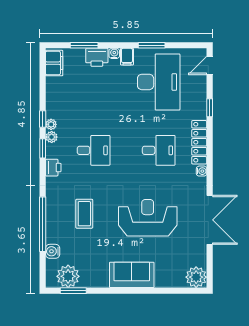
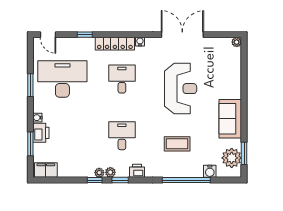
filing cabinet: (127, 57) -> (40, 107), removed
reception desk: (148, 218) -> (181, 89), turned 180
sofa: (132, 275) -> (230, 119), moved
plant: (196, 277) -> (237, 42), width x0.53, depth x0.53

